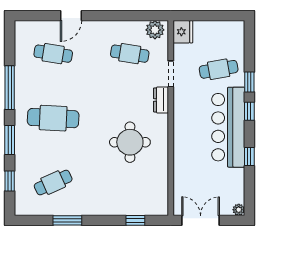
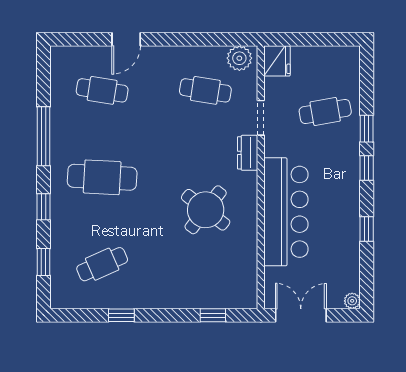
bar counter: (228, 127) -> (286, 212), moved, turned 180
window: (10, 140) -> (44, 207), width x0.67
round table: (130, 142) -> (206, 210), turned 38
window: (67, 220) -> (121, 315), width x0.67

